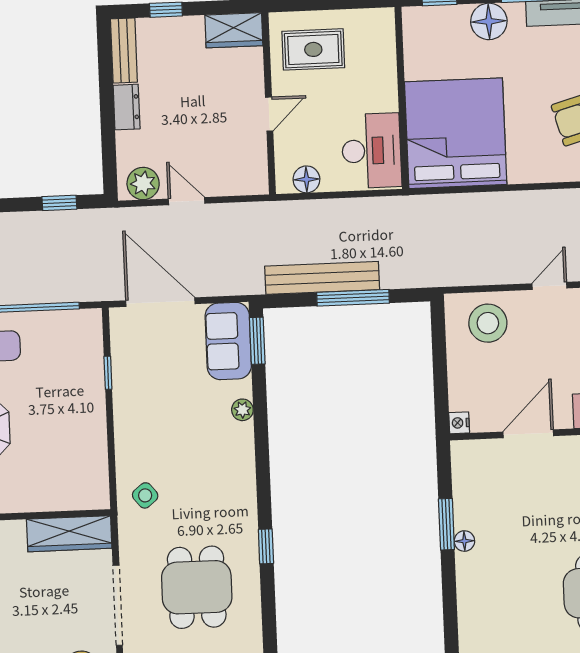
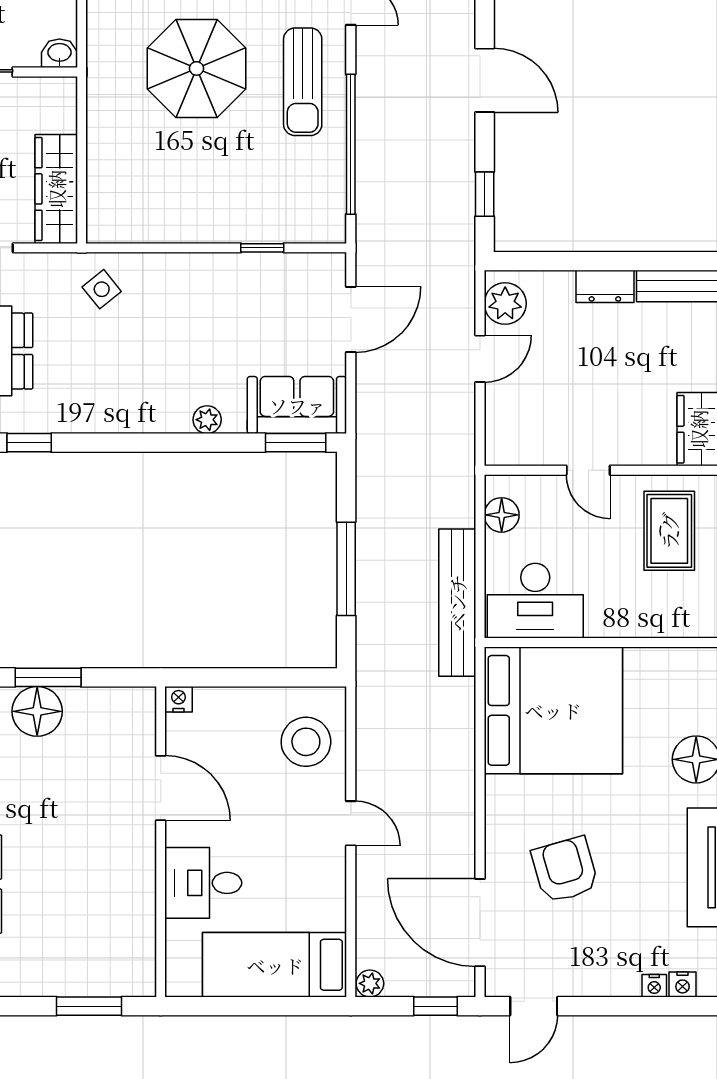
bench: (322, 278) -> (457, 603), moved
door: (160, 302) -> (351, 319), width x0.73
floor lamp: (464, 541) -> (37, 711), width x1.89, depth x1.89

